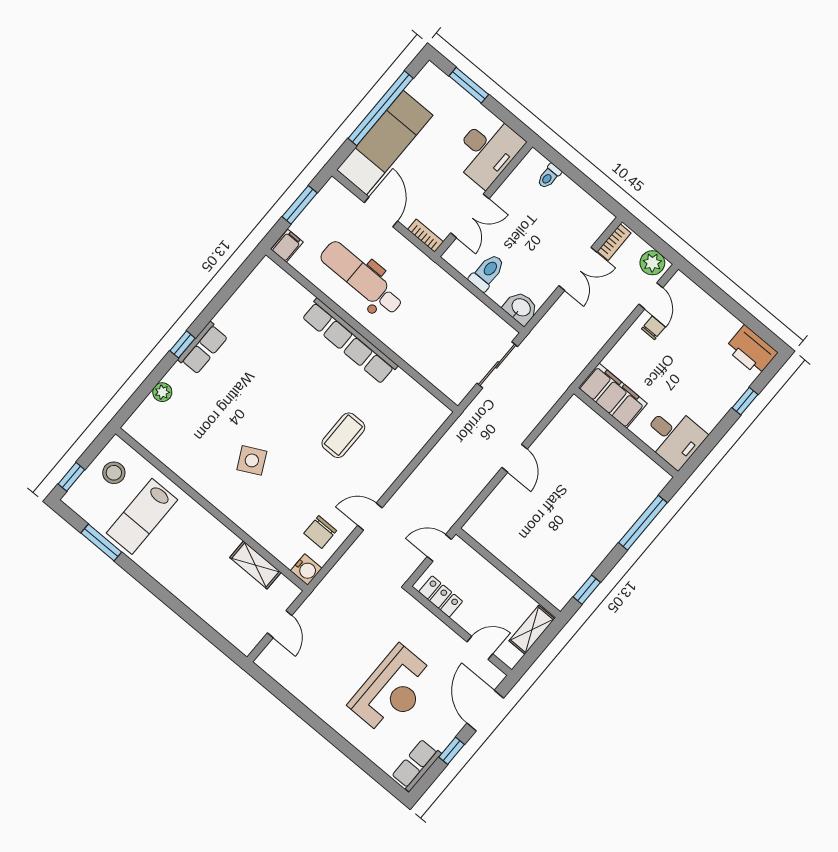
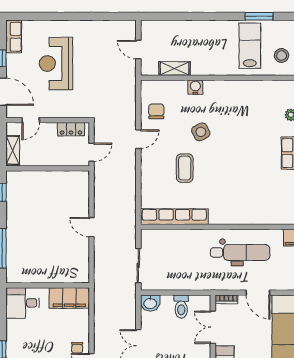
row of seats: (350, 341) -> (174, 217), moved
side table: (252, 460) -> (201, 132), moved
water cooler: (306, 570) -> (195, 87), moved, turned 90

